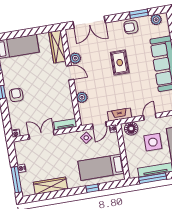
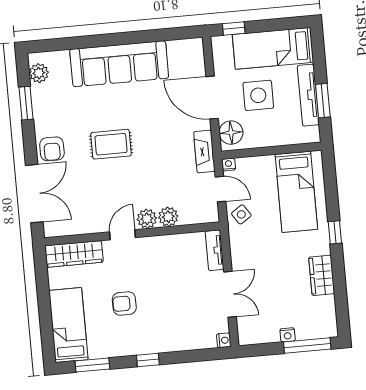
armchair: (131, 27) -> (52, 149), moved
plant: (75, 58) -> (147, 219), moved
armchair: (16, 95) -> (124, 303), moved
door: (150, 117) -> (212, 98), width x1.87
double door: (41, 135) -> (230, 294), swing flipped
window: (153, 178) -> (323, 101), width x0.69
wardrobe: (50, 186) -> (322, 275), width x0.67
window: (92, 188) -> (335, 232), moved

